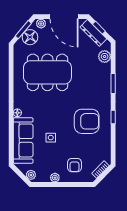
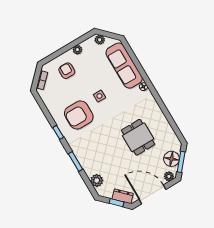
dresser: (93, 33) -> (123, 196), width x0.70
dining table: (47, 72) -> (138, 137), width x0.53, depth x0.80
side table: (51, 138) -> (99, 96), moved

